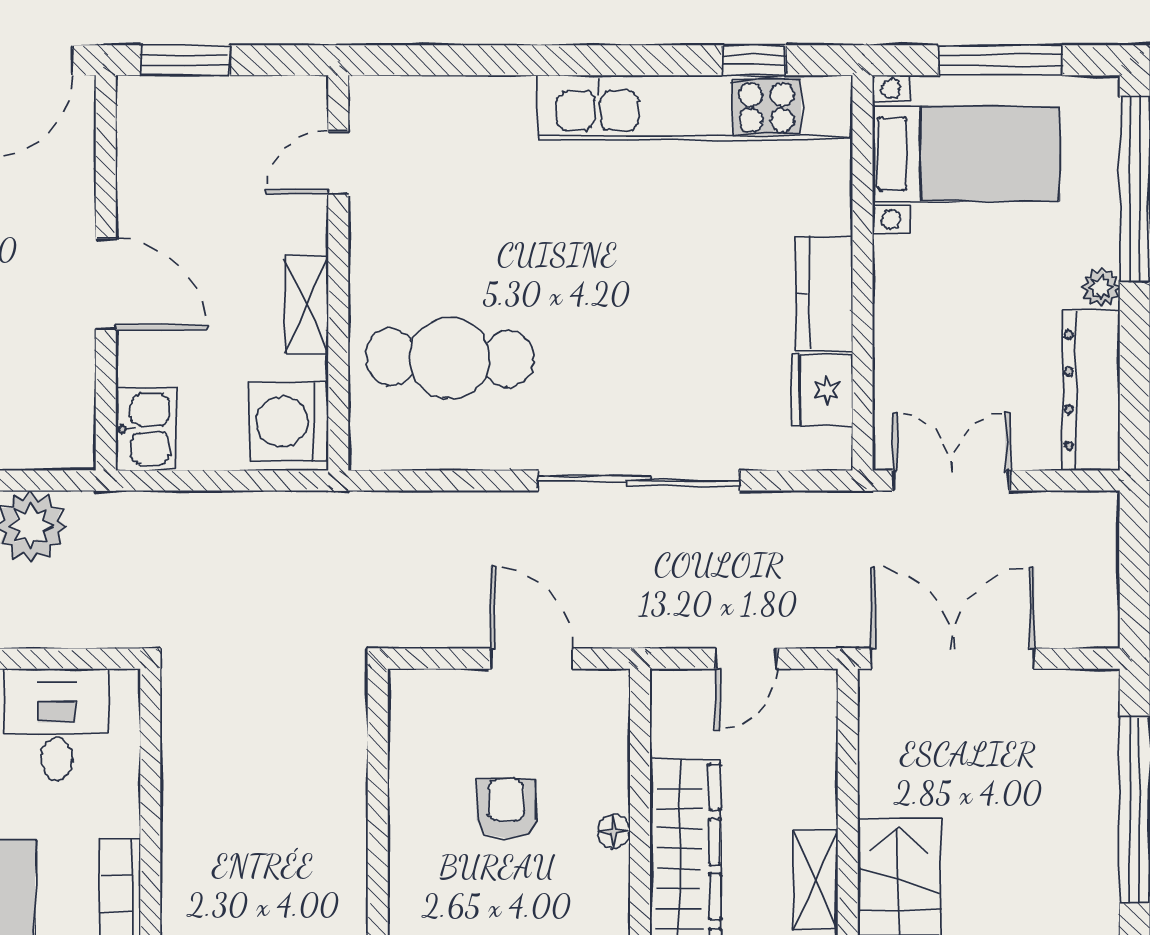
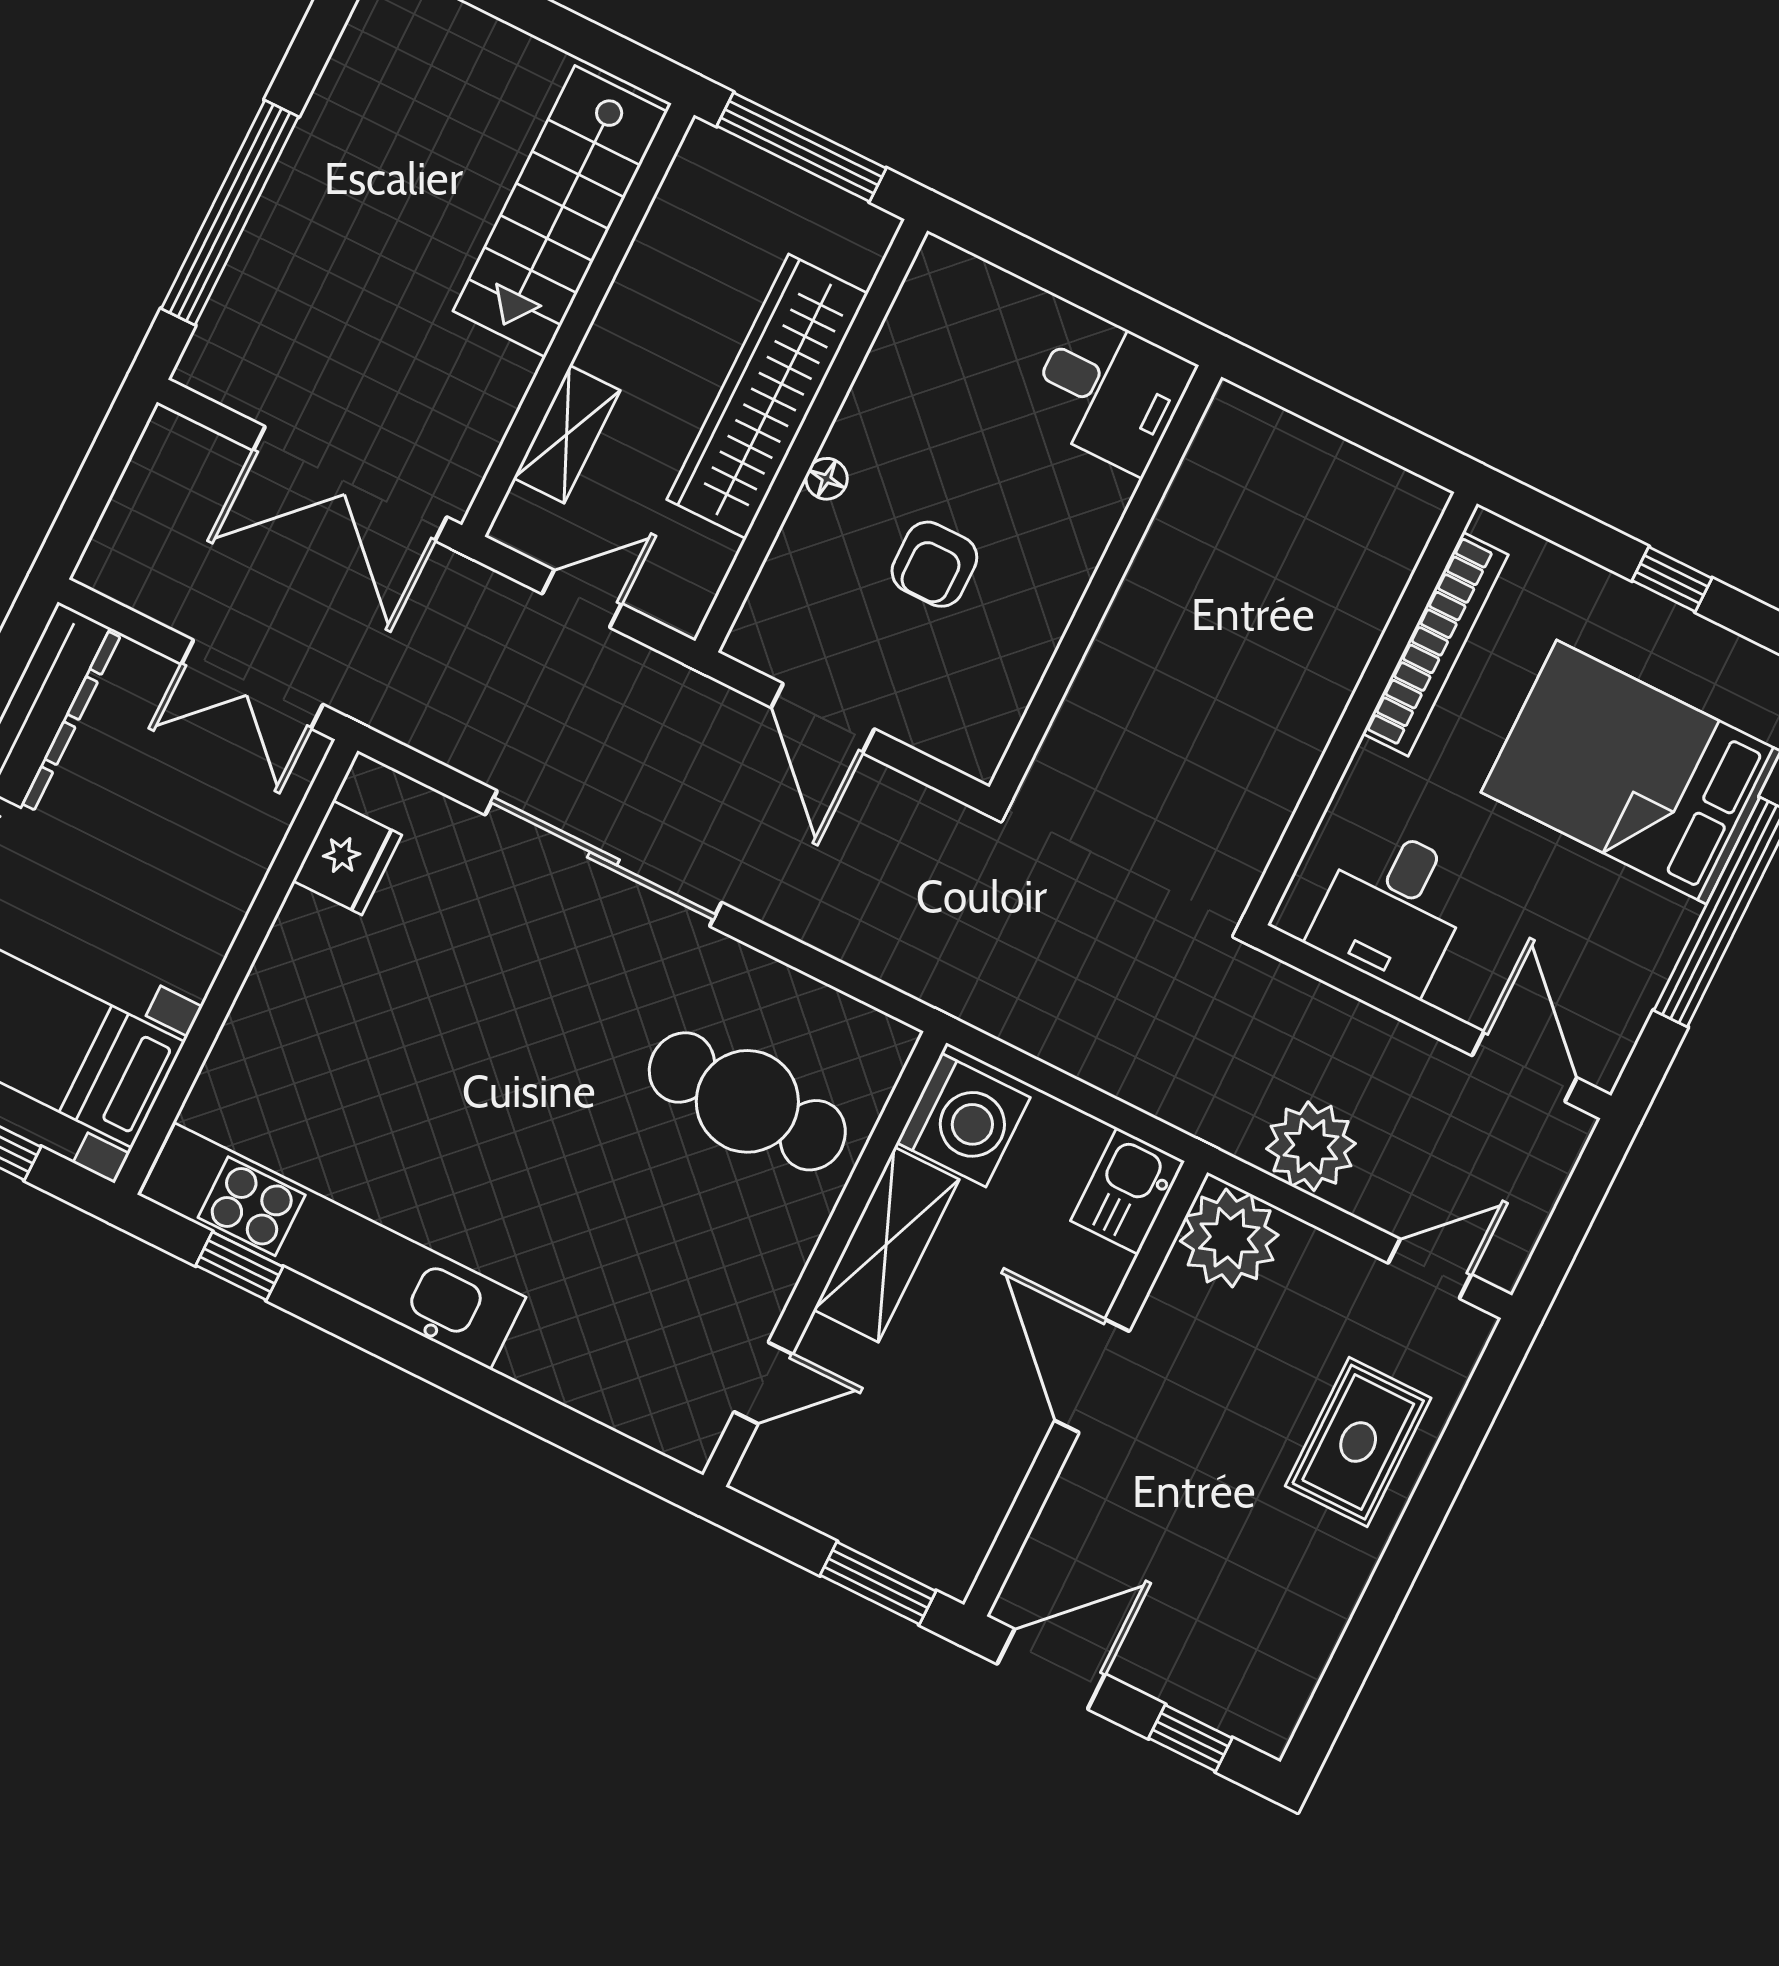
kitchen counter: (824, 294) -> (291, 965), removed
shelving: (307, 305) -> (886, 1245), width x1.50, depth x1.33
plant: (57, 431) -> (1229, 1238), added
shelving: (815, 880) -> (567, 434), moved

